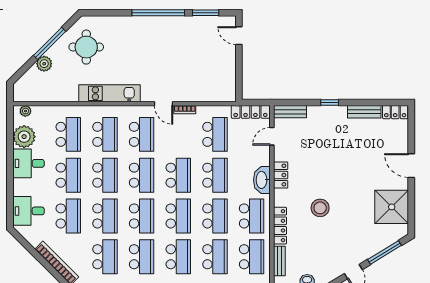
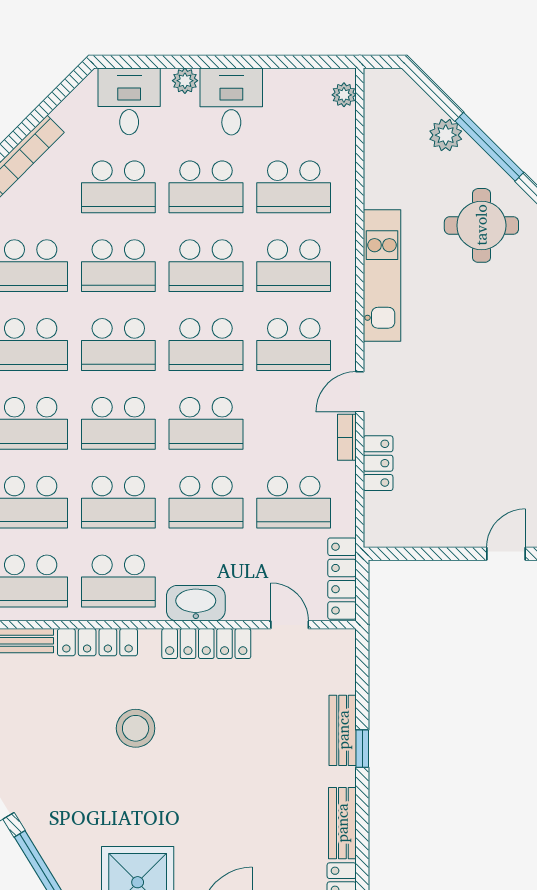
locker: (197, 95) -> (378, 463), added
bench: (290, 112) -> (343, 730), moved
plant: (24, 137) -> (185, 81), moved, width x0.53, depth x0.53
locker: (281, 175) -> (206, 644), width x1.53

